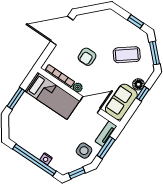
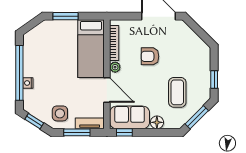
coffee table: (127, 55) -> (177, 92), turned 38
window: (143, 94) -> (124, 132), moved

